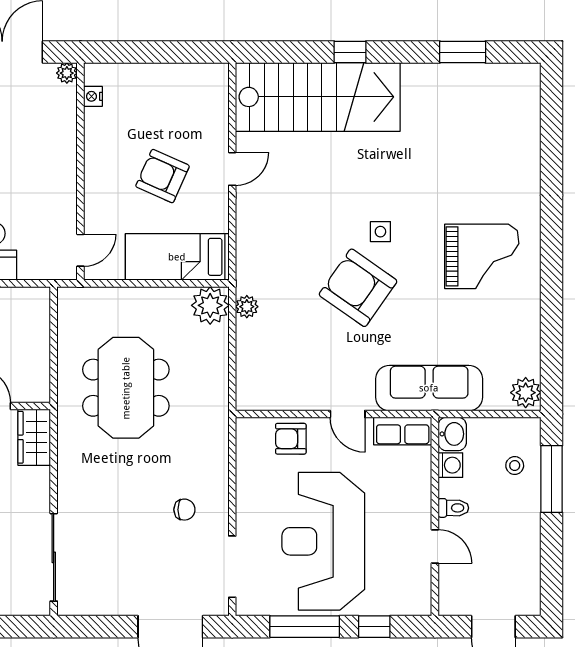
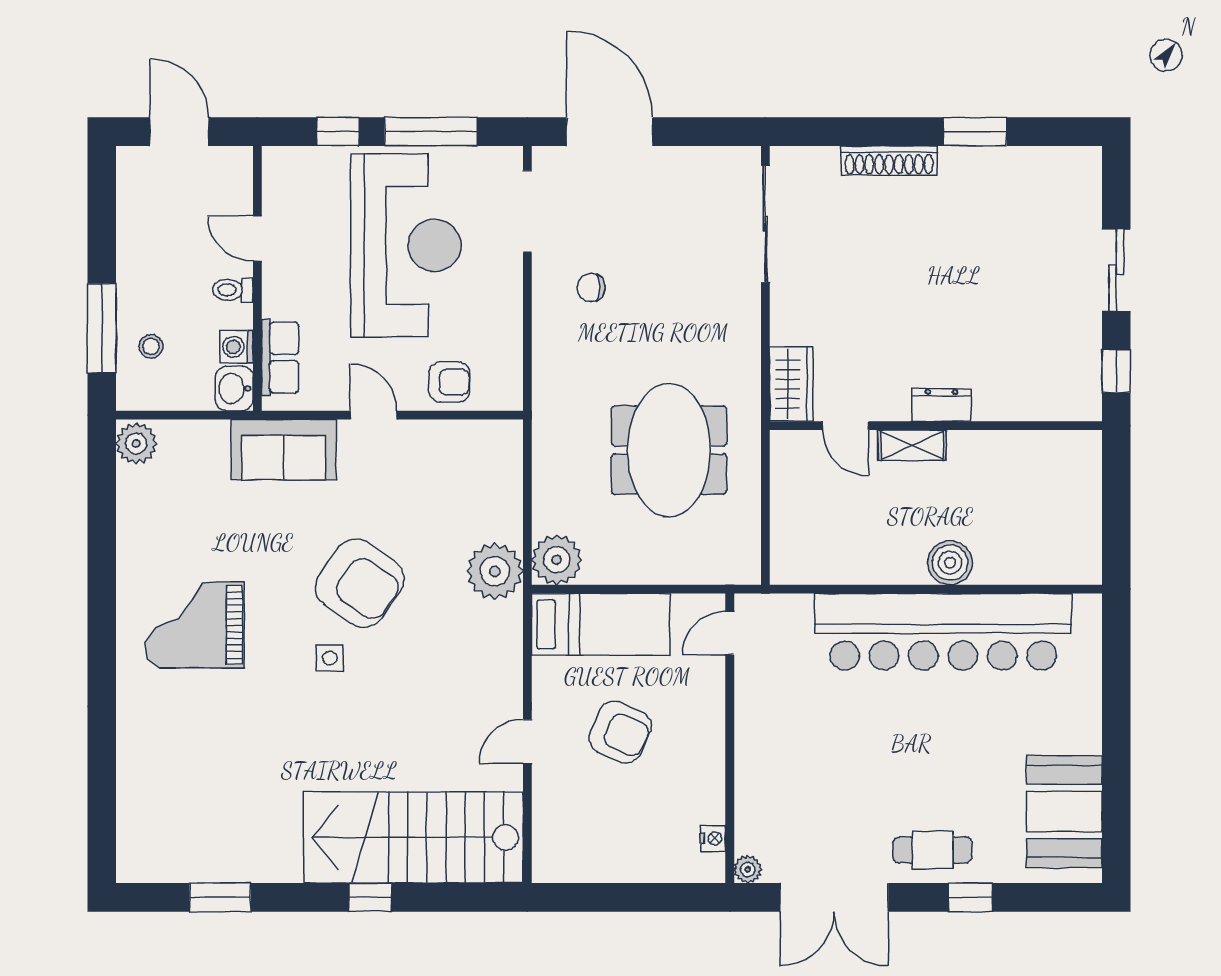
plant: (247, 307) -> (495, 571), width x1.87, depth x1.87
sofa: (429, 388) -> (284, 450), width x0.73
row of seats: (403, 431) -> (280, 357), moved, turned 90

